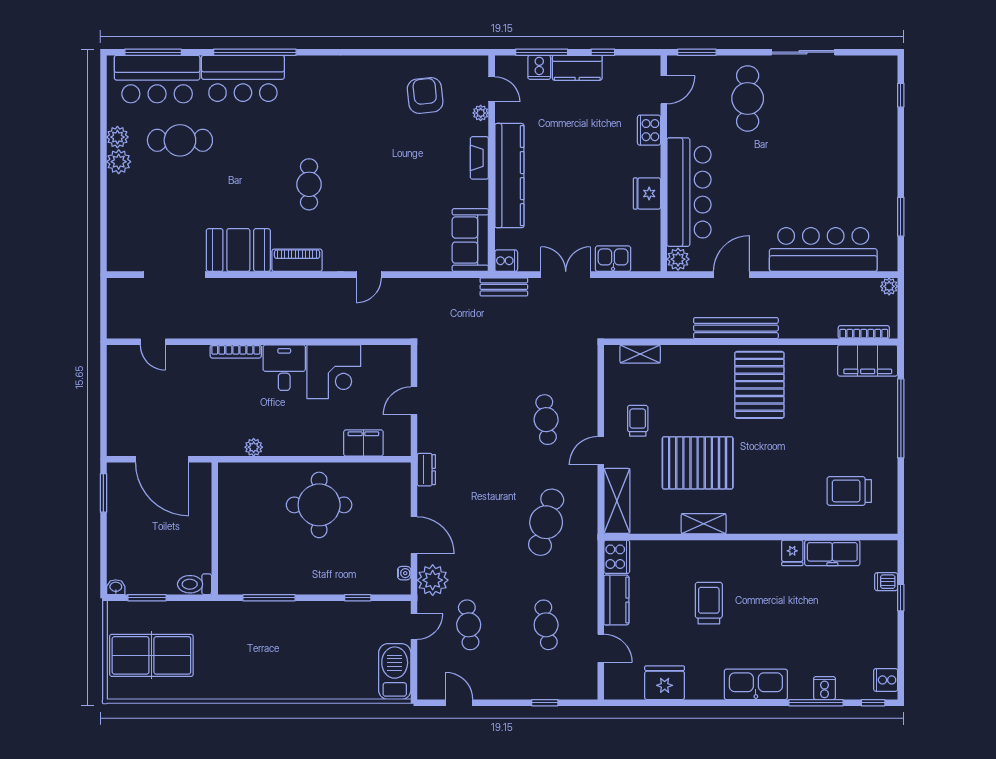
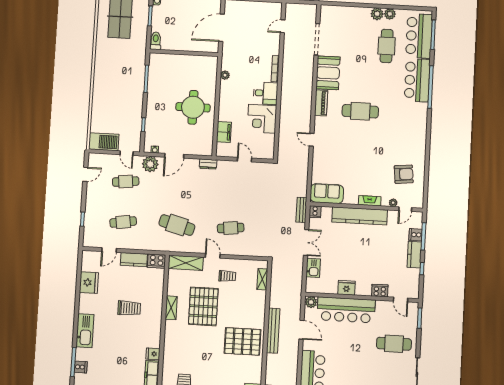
cafe table: (309, 184) -> (360, 111), width x1.37, depth x1.35

